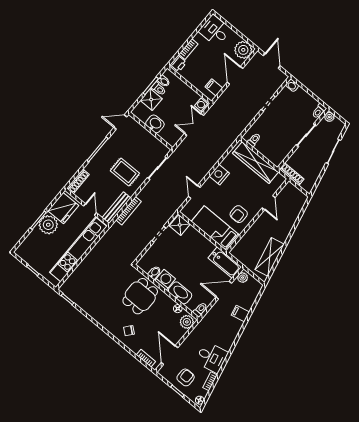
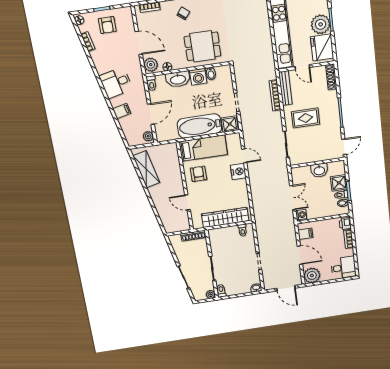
nightstand: (219, 175) -> (238, 172), moved
bathtub: (225, 262) -> (199, 126), moved, width x1.36, depth x1.36
dining table: (140, 296) -> (203, 46), turned 90
door: (169, 355) -> (139, 43), moved
desk: (212, 357) -> (116, 83), moved

